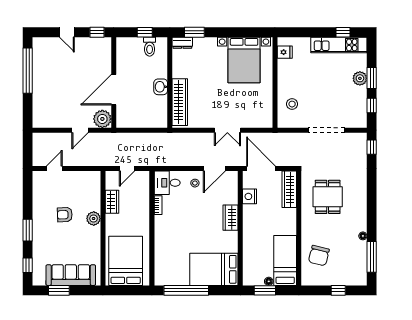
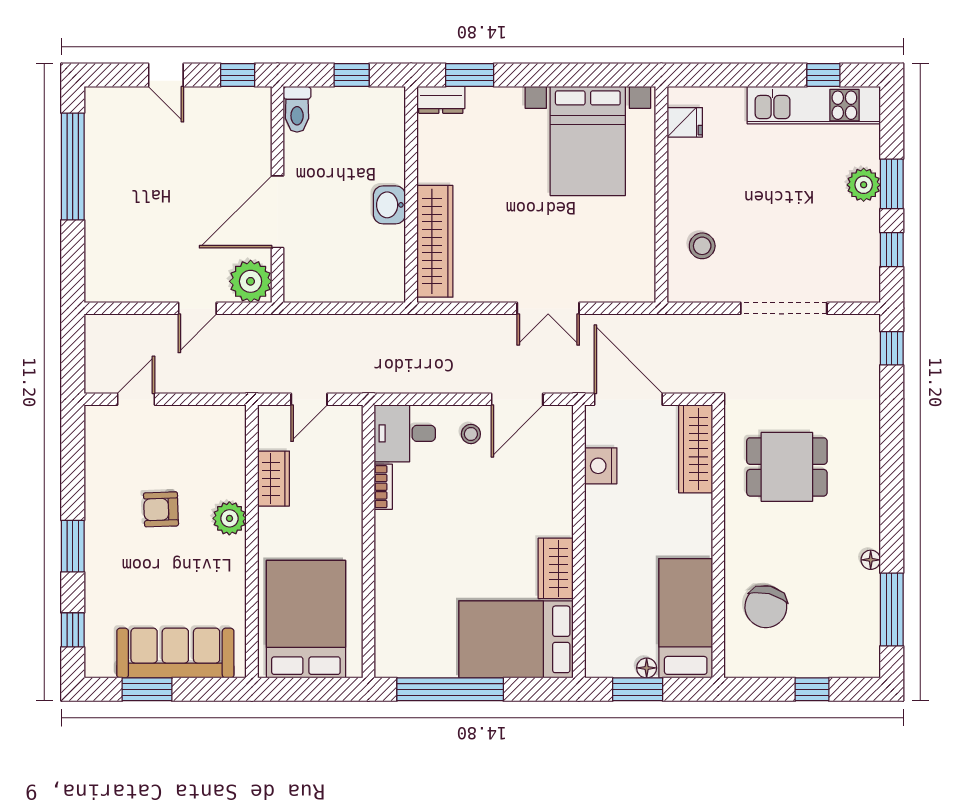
toilet: (150, 47) -> (297, 109), moved
dining table: (328, 197) -> (787, 467), turned 90
wardrobe: (231, 218) -> (556, 568), moved

